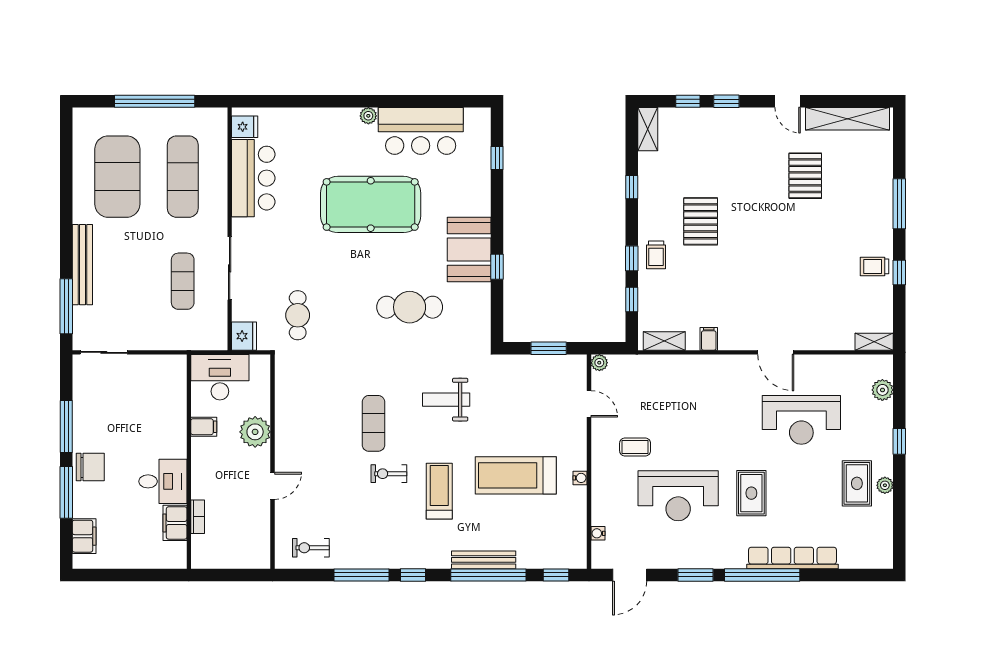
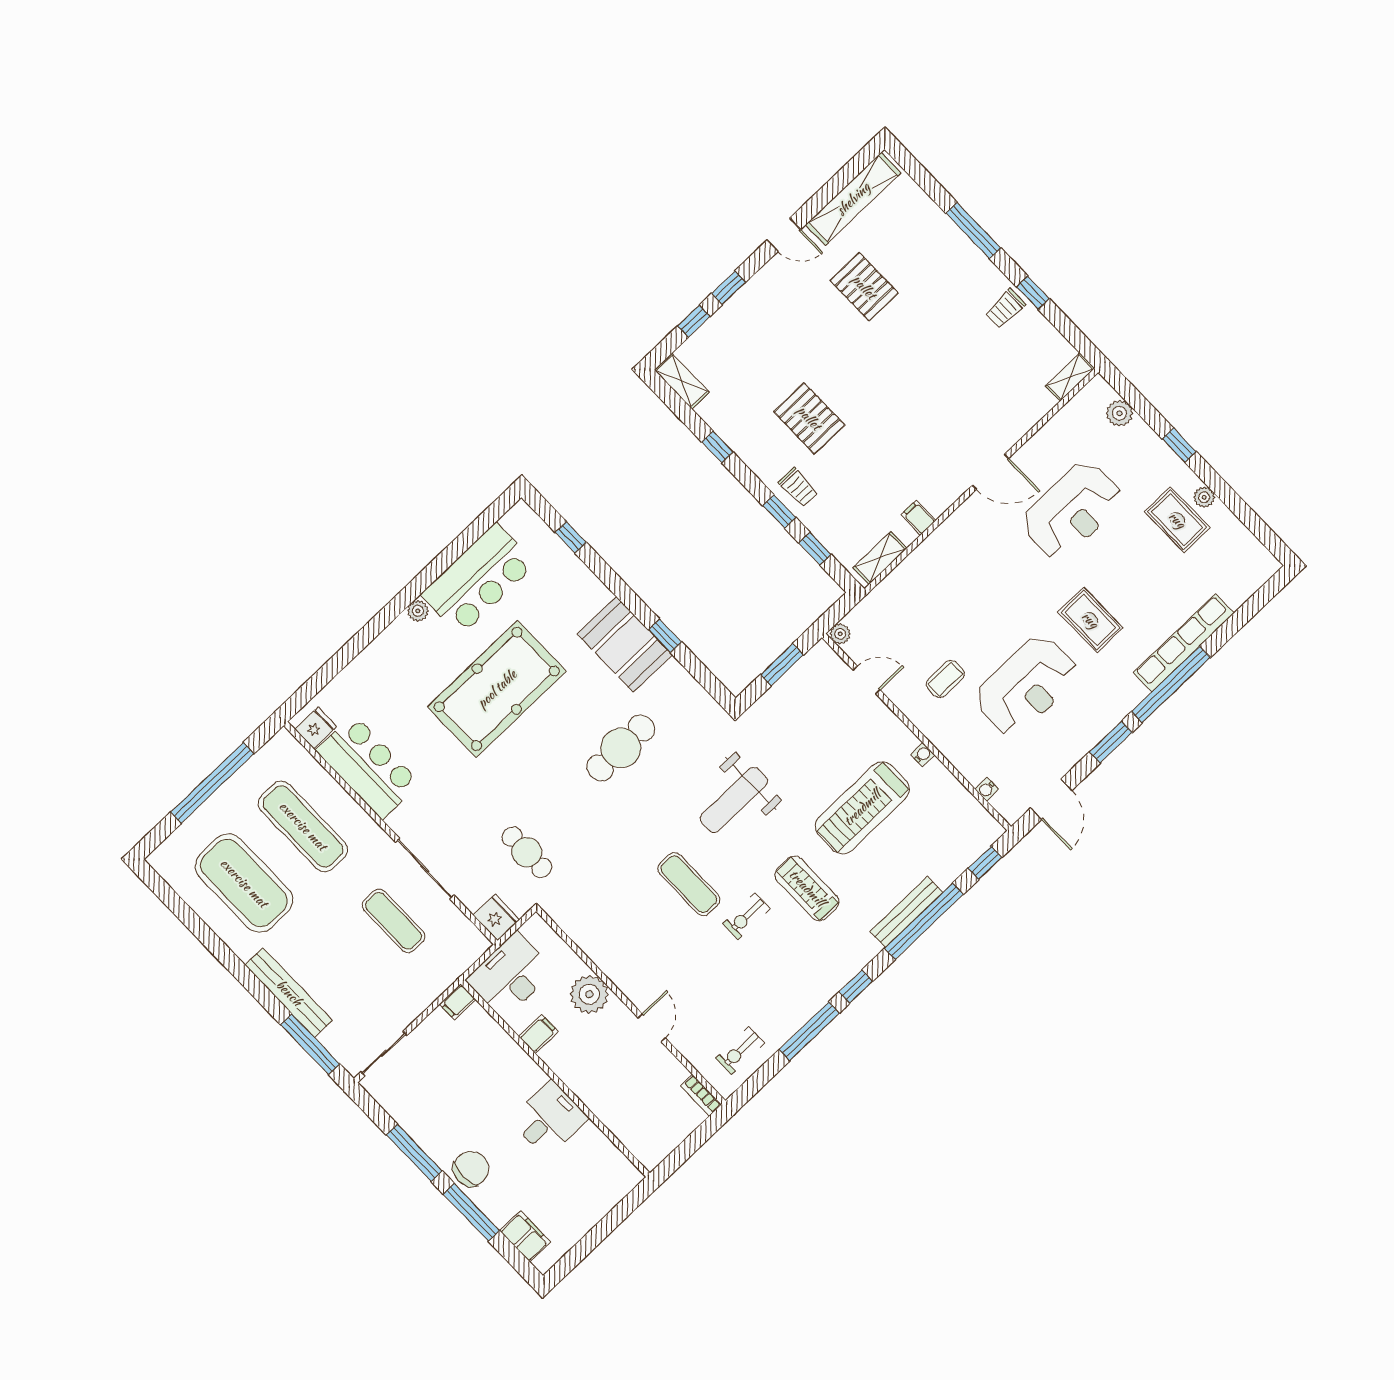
weight bench: (446, 400) -> (734, 800), width x1.36, depth x1.33
bookcase: (198, 517) -> (701, 1095), moved, turned 180
filing cabinet: (175, 523) -> (458, 1002), moved, width x0.50

